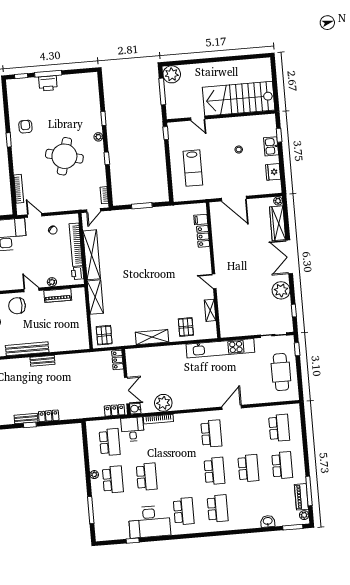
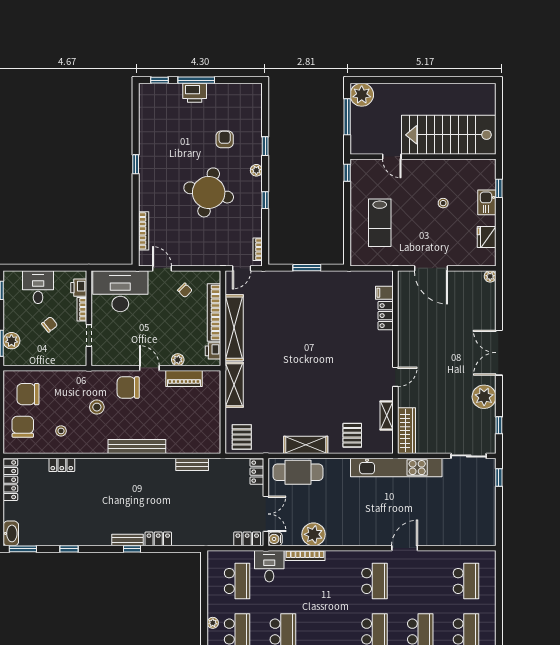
armchair: (25, 127) -> (225, 139), moved
wardrobe: (278, 223) -> (407, 431), moved, turned 180
door: (214, 281) -> (395, 377), swing flipped
bench: (42, 361) -> (192, 464), moved
cafe table: (281, 372) -> (298, 472), moved, turned 90

